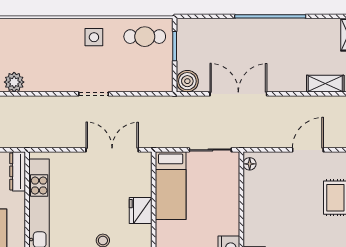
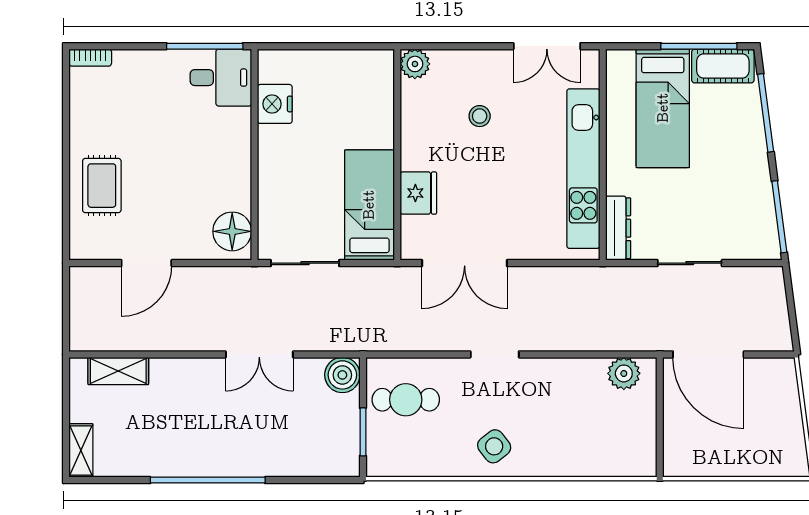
side table: (94, 37) -> (494, 446), turned -38
cafe table: (145, 37) -> (406, 400), moved
double door: (238, 94) -> (259, 354), width x0.73
floor lamp: (250, 164) -> (232, 231), width x1.89, depth x1.89
fridge: (141, 210) -> (418, 193), moved

